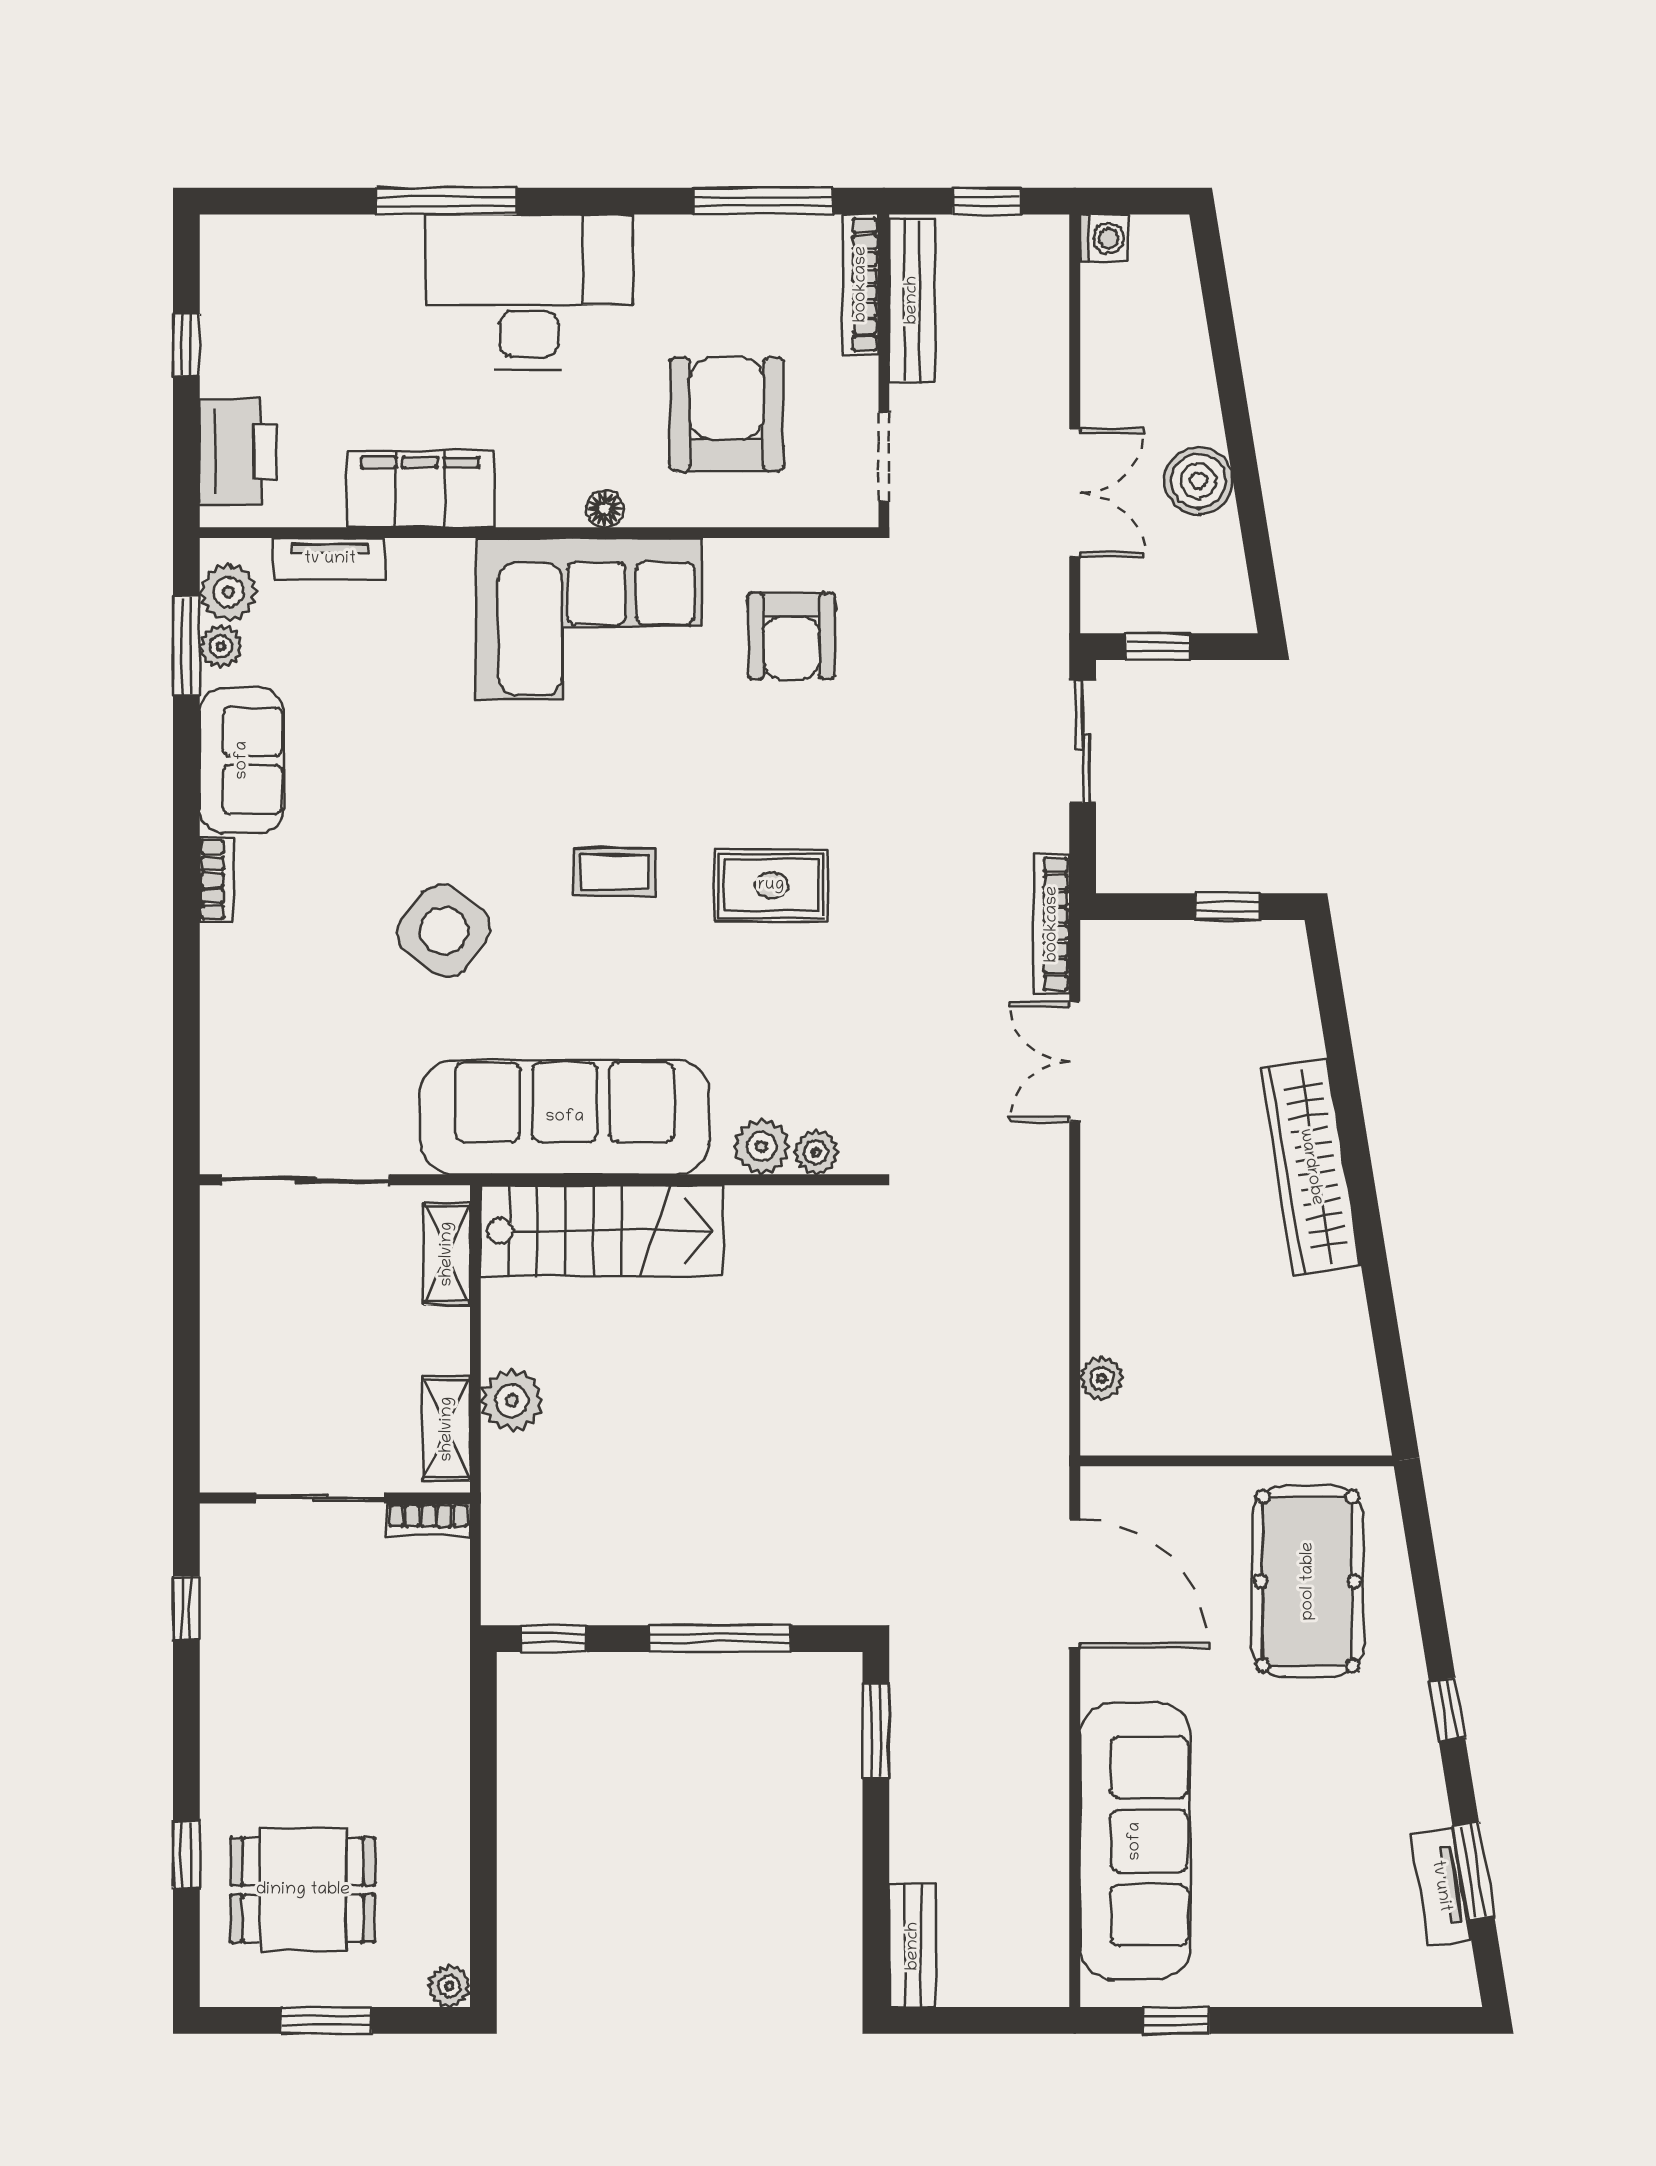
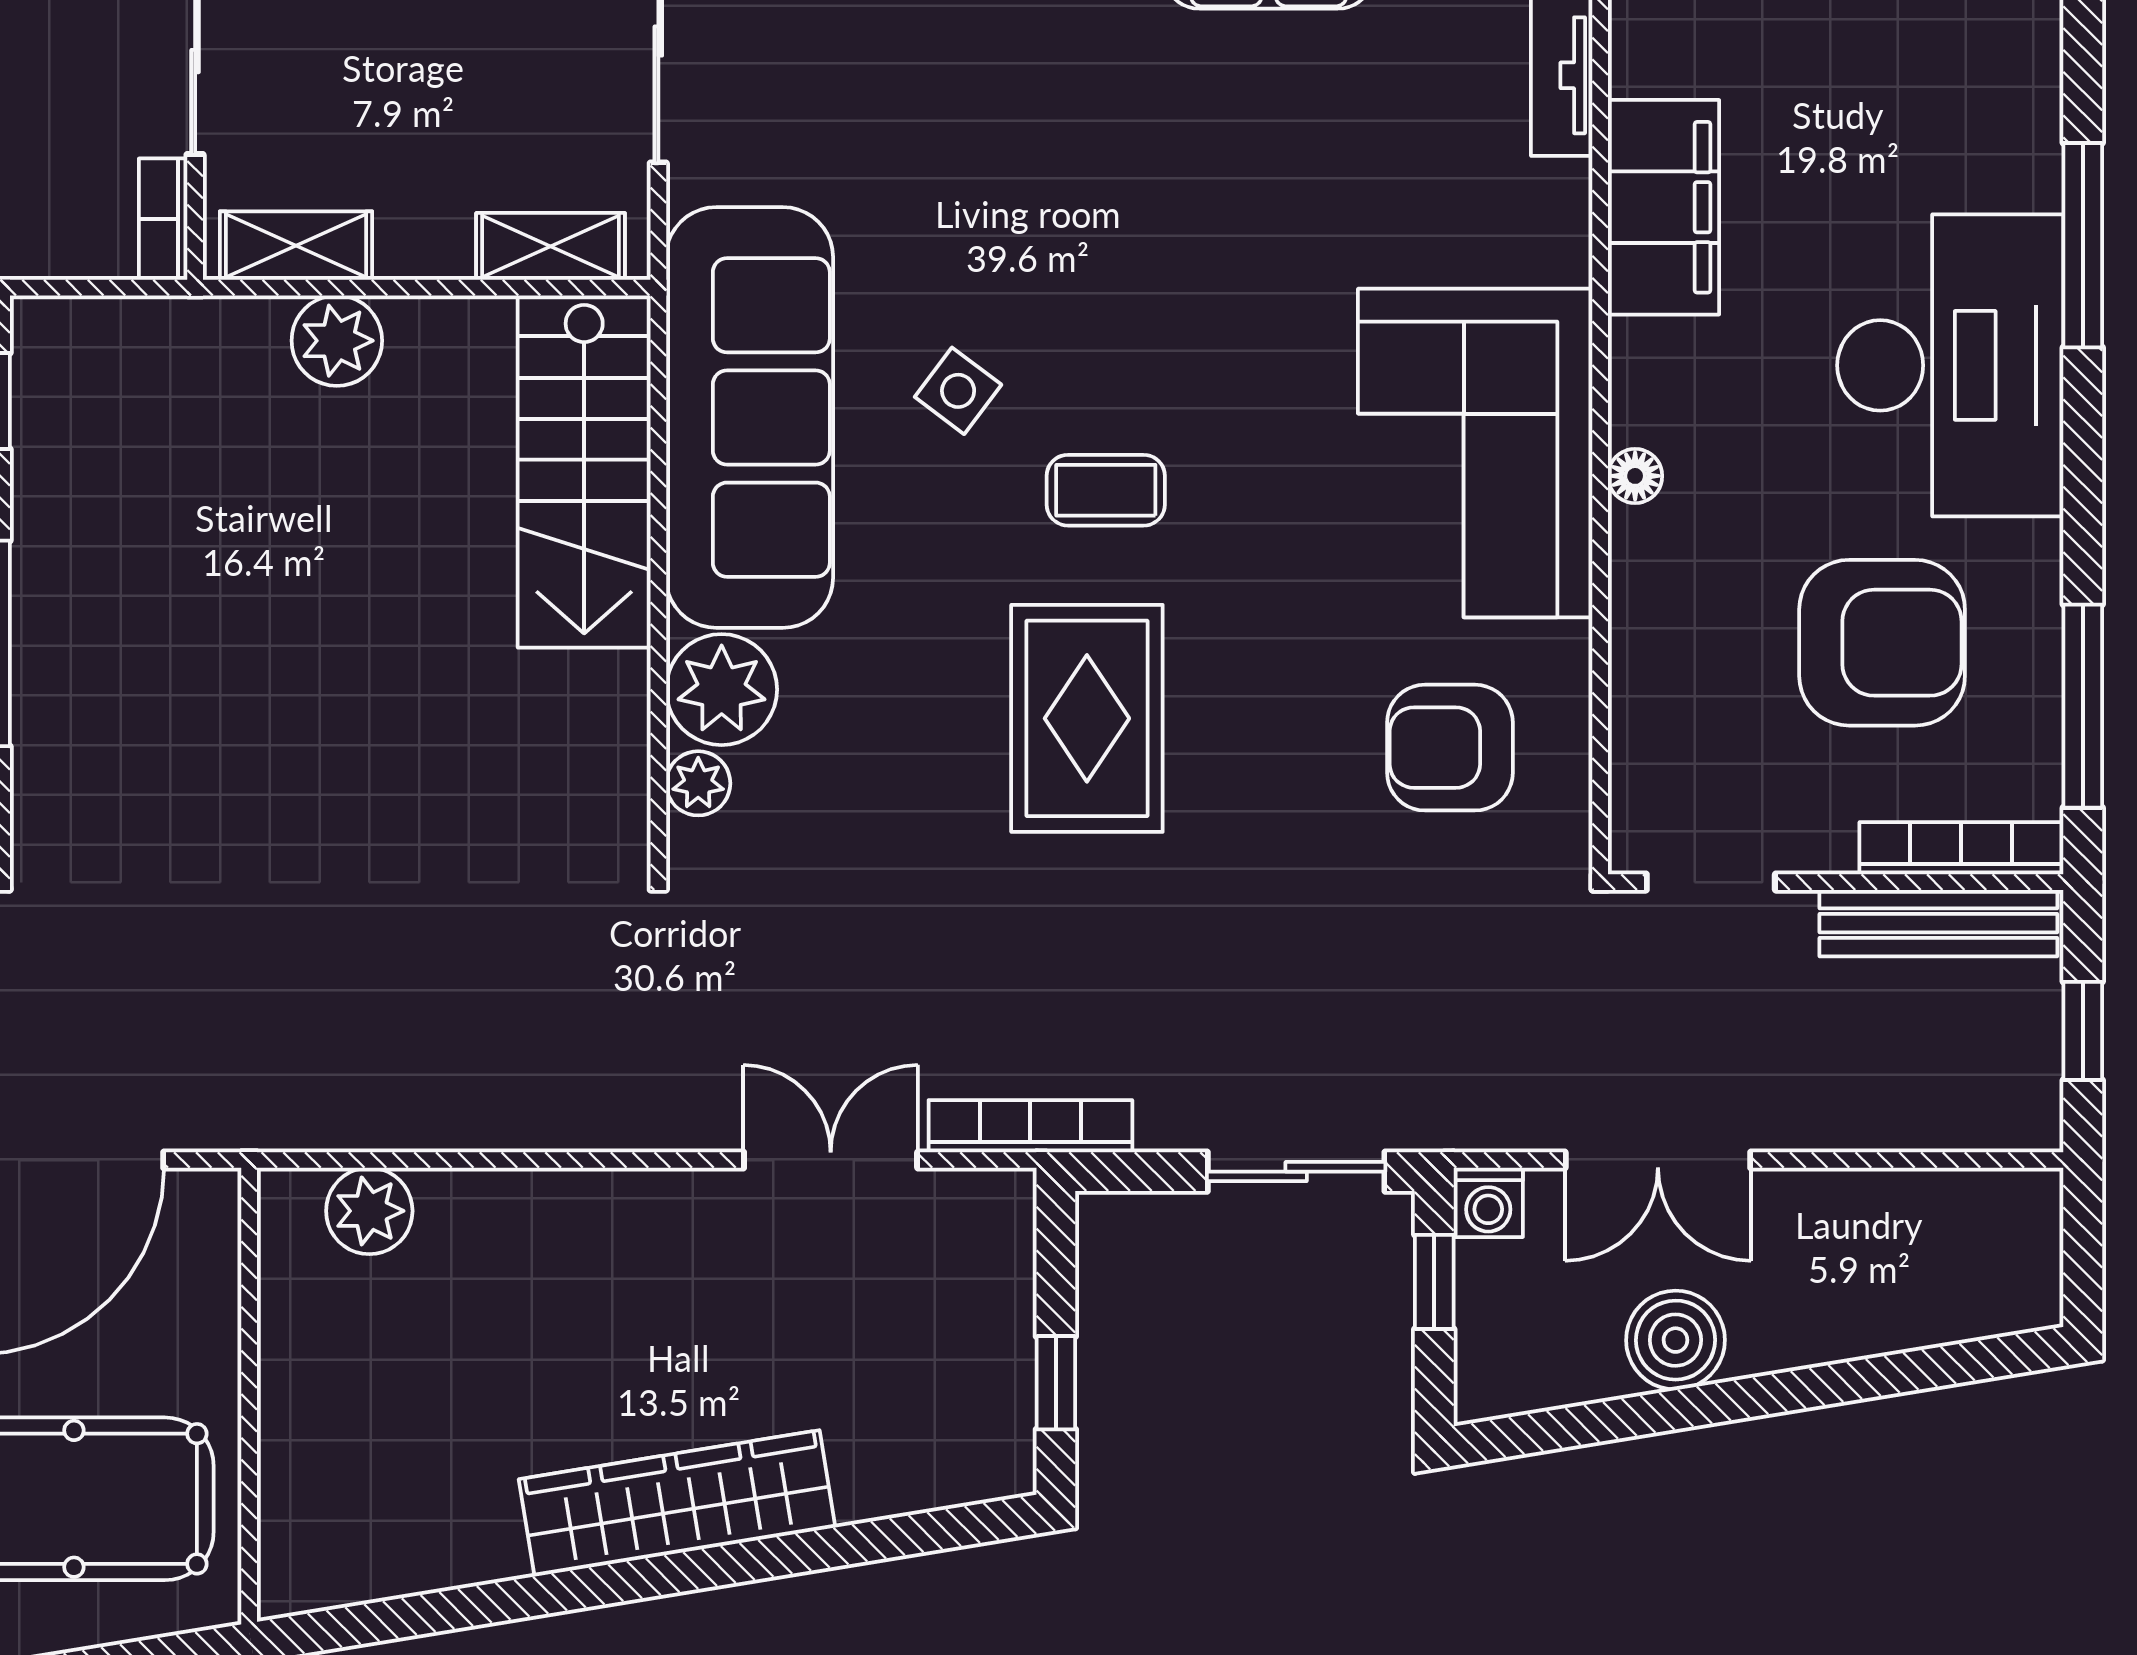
washing machine: (1104, 238) -> (1488, 1202), moved
armchair: (727, 414) -> (1882, 643), moved
coffee table: (615, 872) -> (1106, 490), turned 90
rug: (771, 885) -> (1087, 718), width x1.36, depth x1.43
side table: (444, 930) -> (958, 391), moved, width x0.54, depth x0.54
plant: (762, 1146) -> (722, 690), width x1.36, depth x1.36
plant: (1102, 1378) -> (369, 1211), width x1.38, depth x1.38

